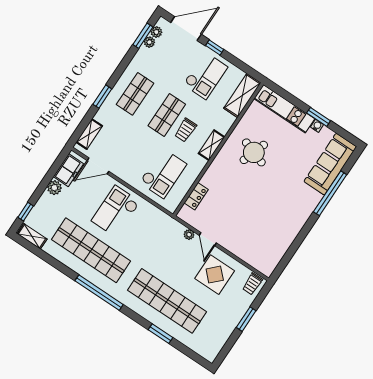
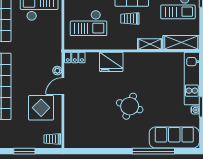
shelving: (212, 145) -> (150, 44), moved
round table: (254, 152) -> (130, 106), moved
fridge: (216, 176) -> (111, 62), added
locker: (196, 196) -> (75, 57), moved

